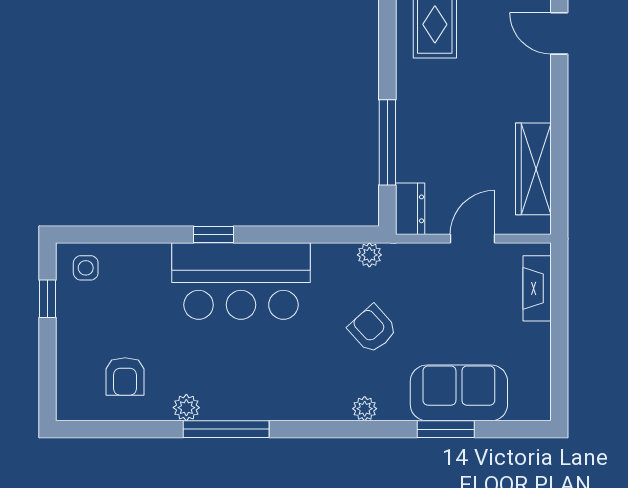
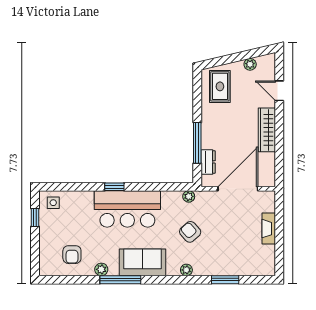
wardrobe: (533, 169) -> (267, 130), moved
dresser: (410, 209) -> (208, 162), moved
door: (472, 239) -> (238, 189), width x1.88
fireplace: (537, 288) -> (269, 229), moved
sofa: (459, 393) -> (142, 262), moved

